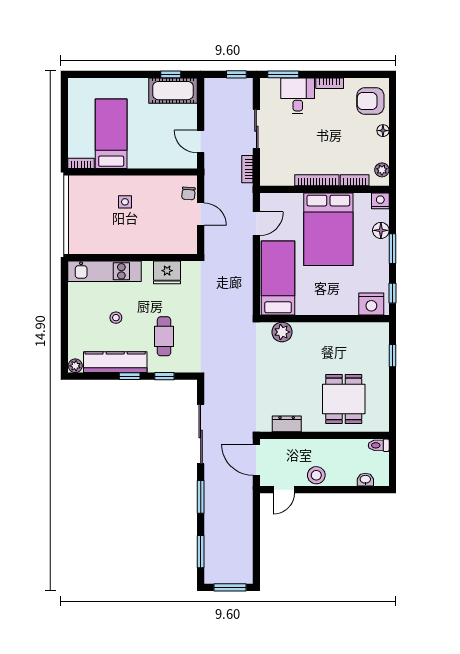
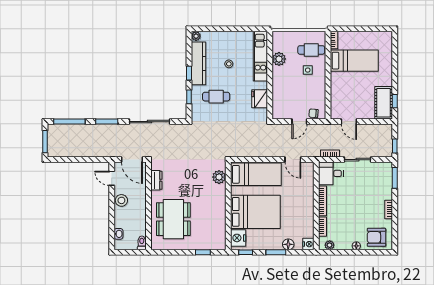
desk: (298, 96) -> (331, 173), moved, turned 180
armchair: (370, 101) -> (376, 237), turned -90
door: (201, 142) -> (349, 122), swing flipped
cafe table: (96, 197) -> (311, 50), added
bed: (328, 229) -> (255, 212), moved, turned 180
plant: (109, 244) -> (279, 59), added
dining table: (344, 399) -> (173, 219), width x1.38
door: (256, 460) -> (132, 160), swing flipped
window: (201, 552) -> (69, 122), width x1.44

